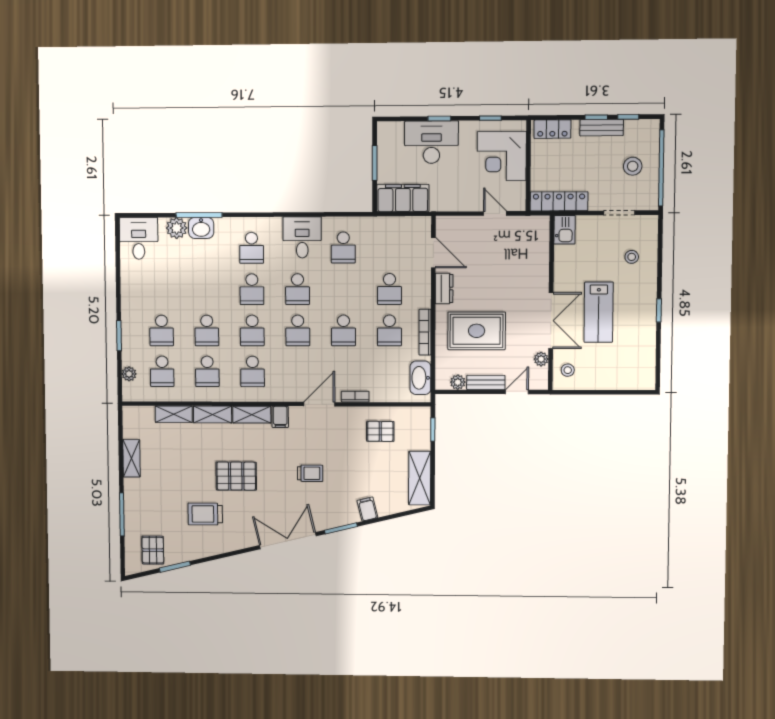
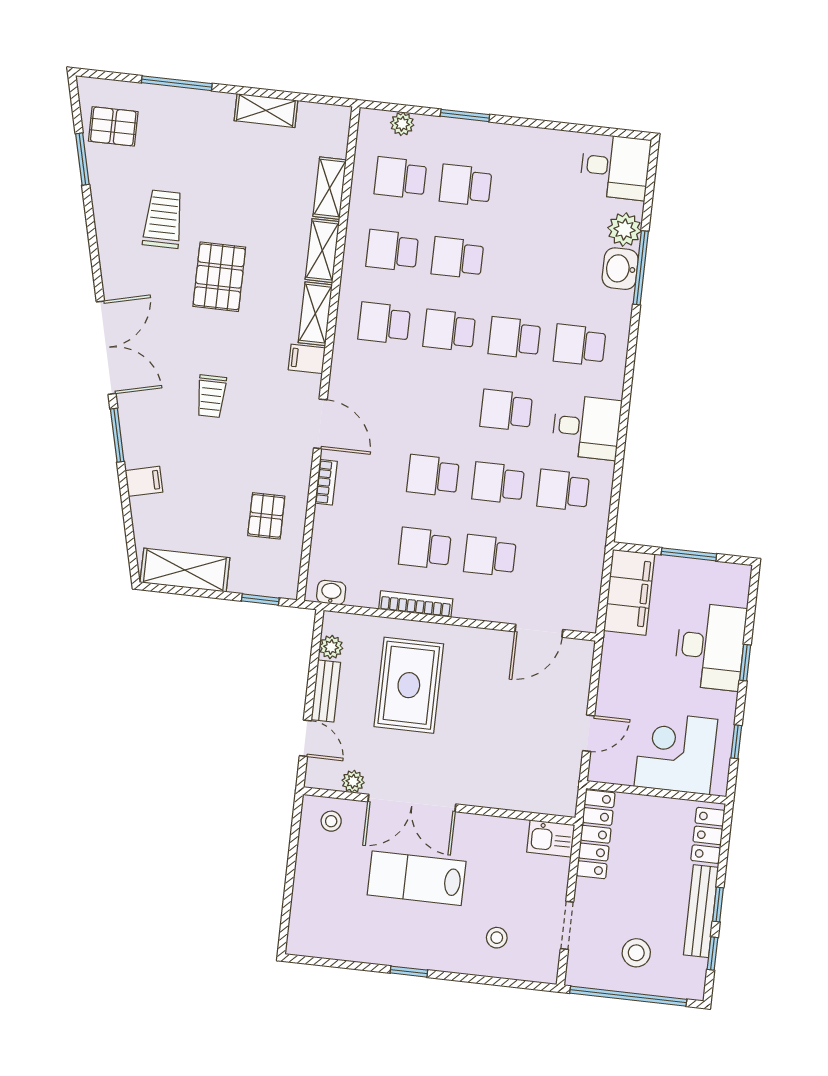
bench: (602, 128) -> (701, 911), width x1.36
dresser: (444, 289) -> (481, 641), removed
school desk: (298, 330) -> (498, 483), moved
washbasin: (420, 378) -> (331, 593), width x0.52, depth x0.69

